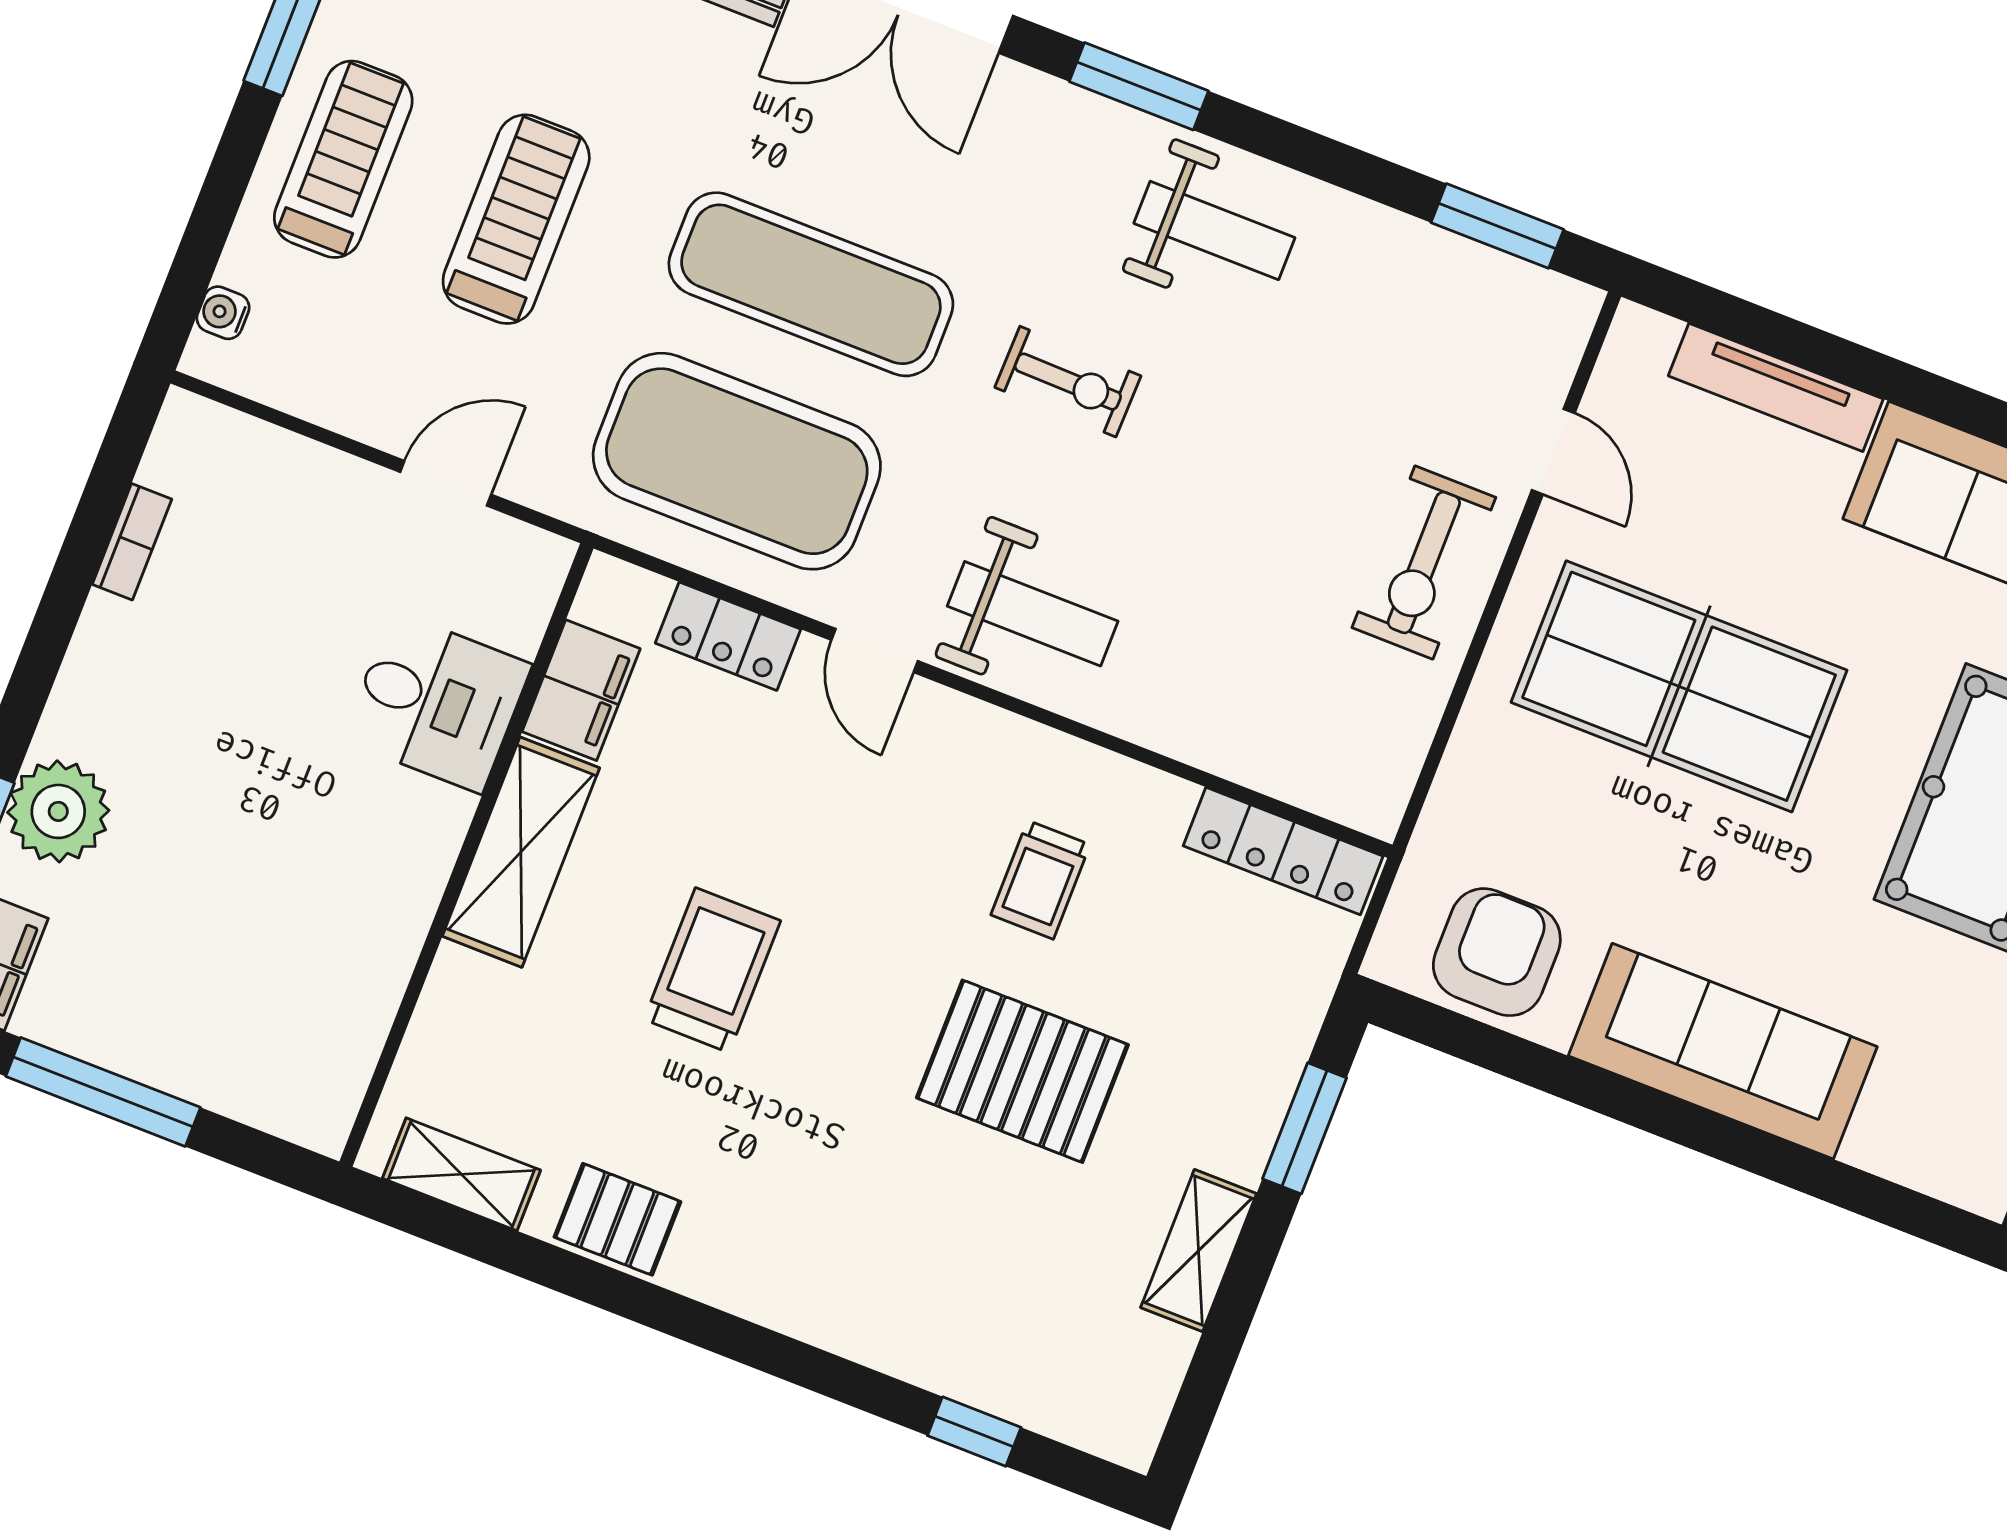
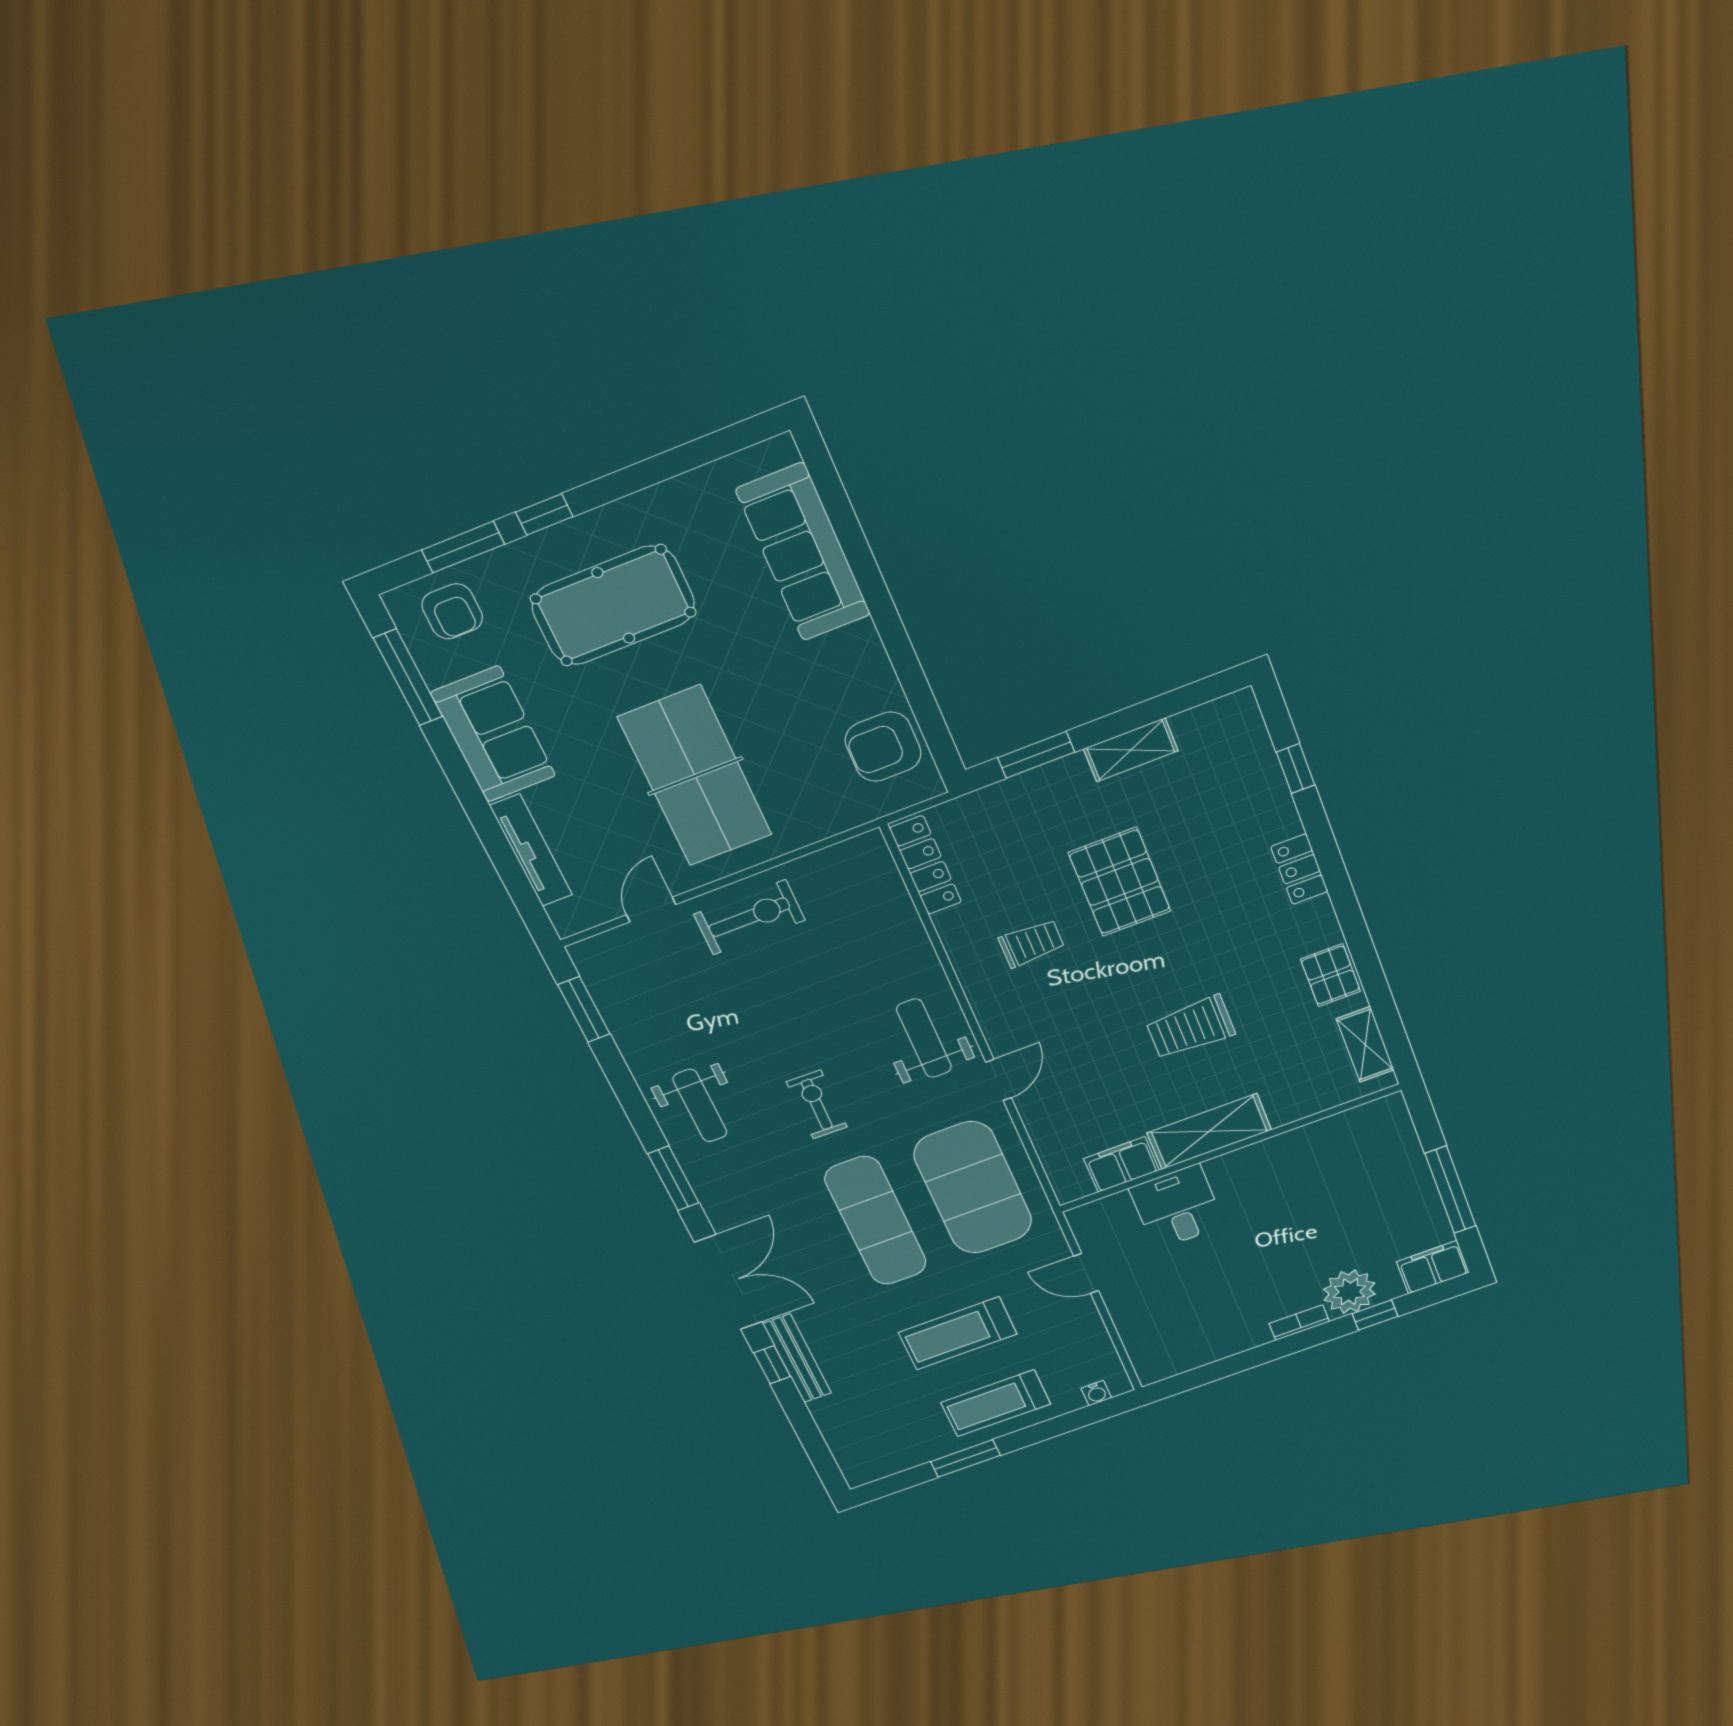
weight bench: (1214, 230) -> (700, 1106), turned 180
bookcase: (132, 542) -> (1299, 1323), moved
locker: (728, 636) -> (1299, 869), moved, turned 180
sofa: (1723, 1051) -> (803, 552), moved

